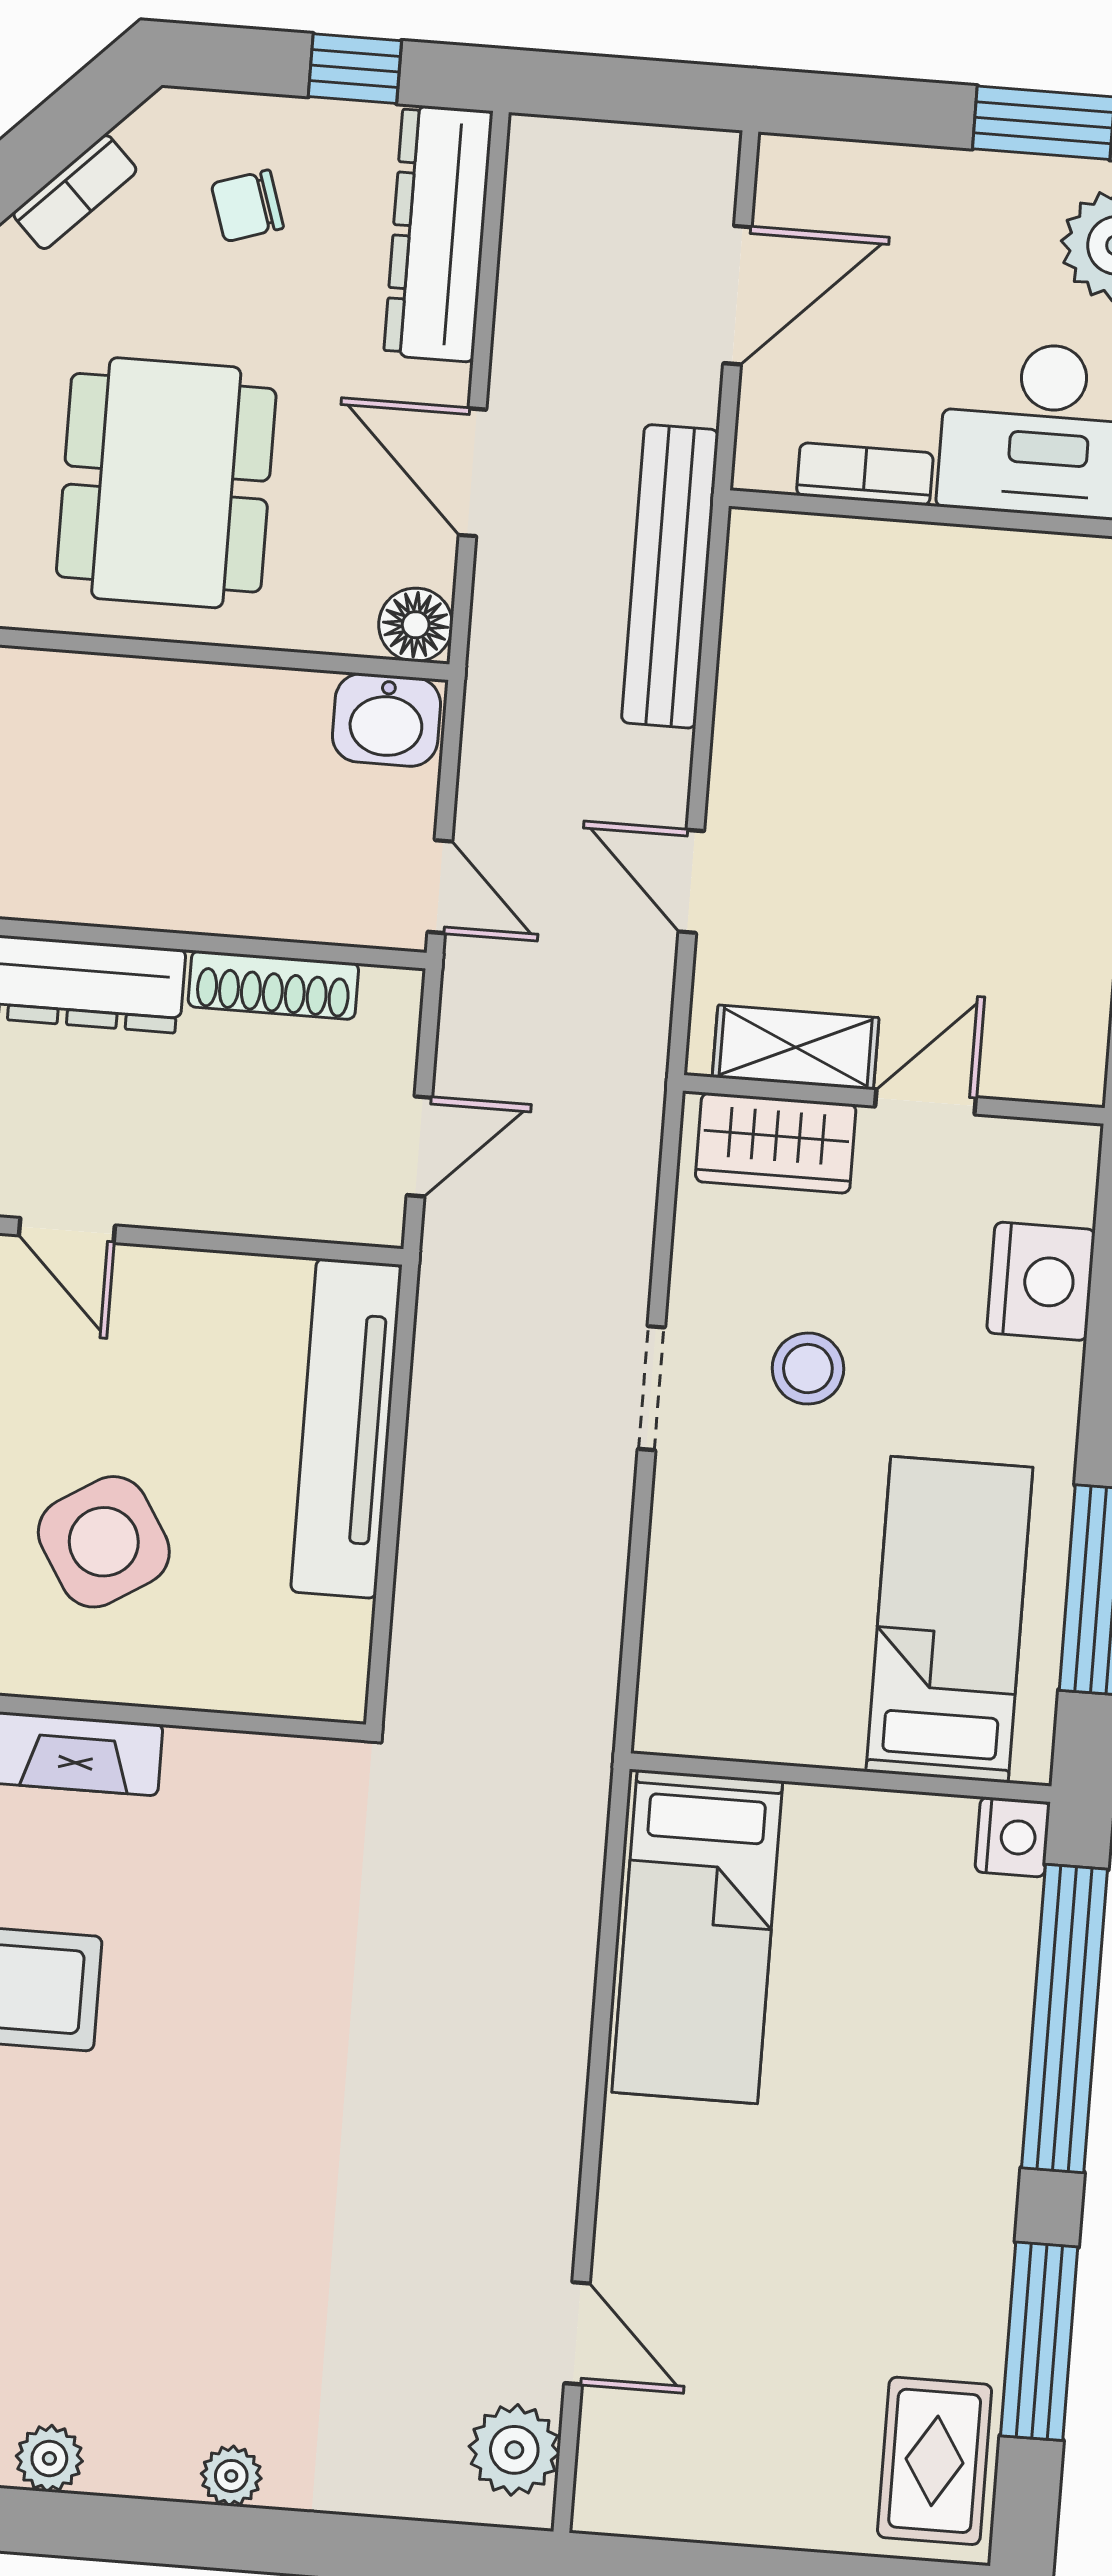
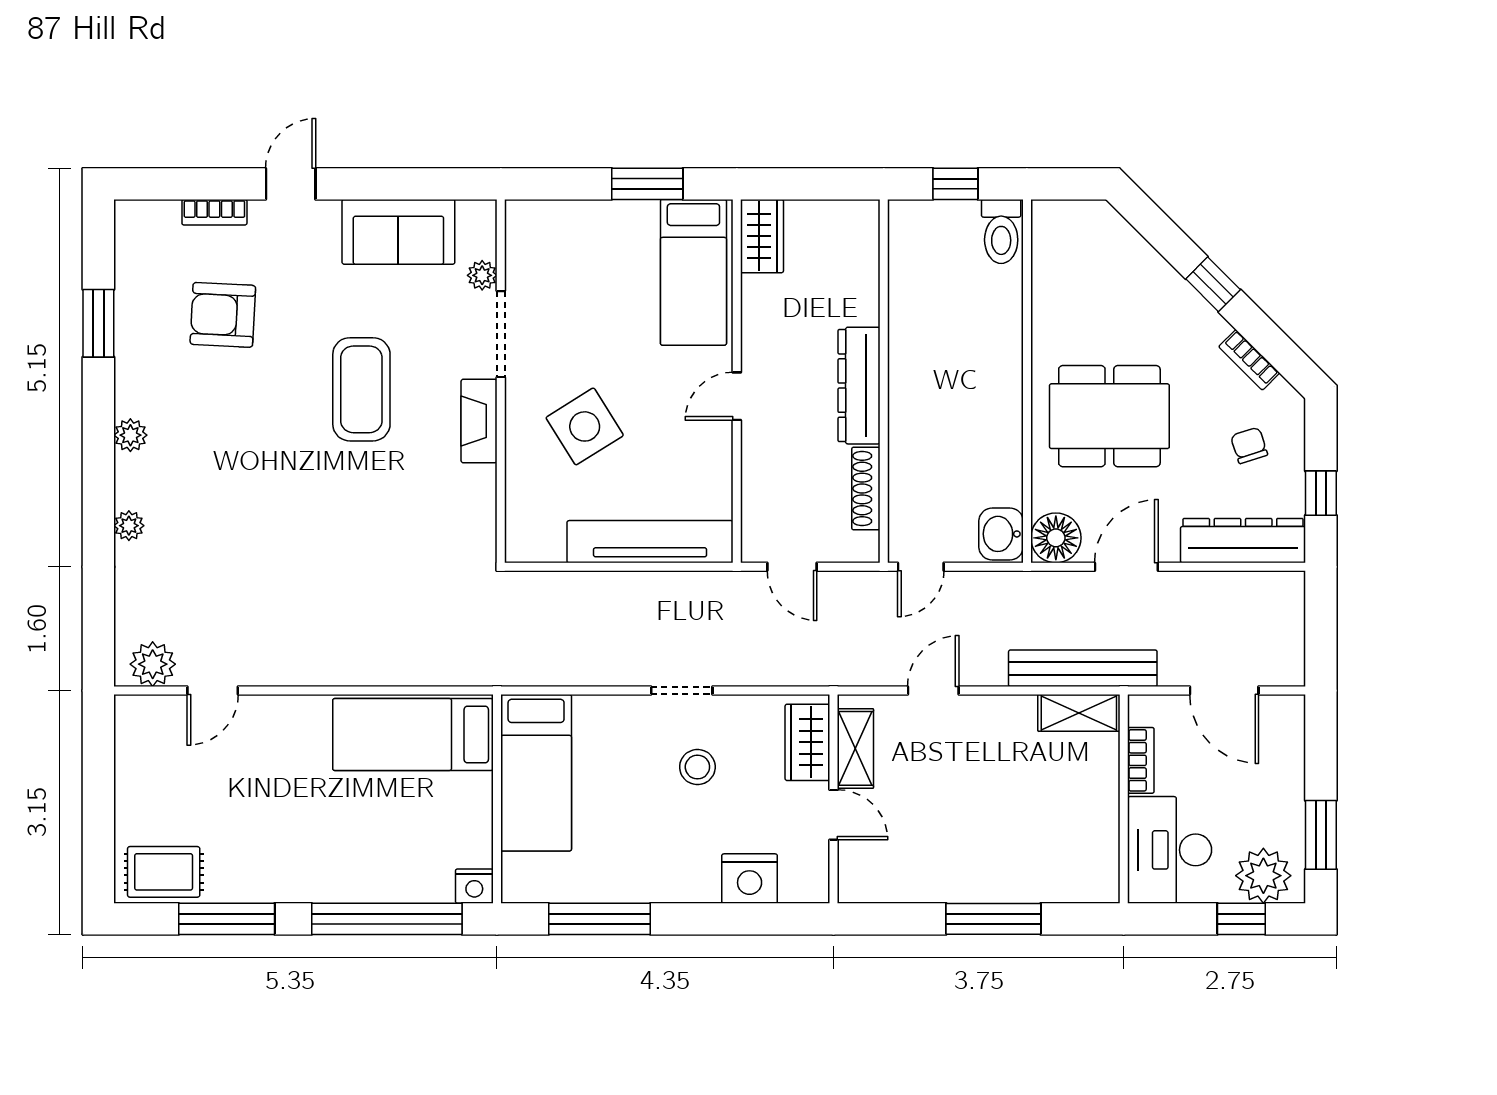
shelving: (759, 591) -> (1079, 713), added
floor lamp: (416, 625) -> (1056, 538), width x1.38, depth x1.38
bed: (949, 1620) -> (536, 773), moved, turned 90

